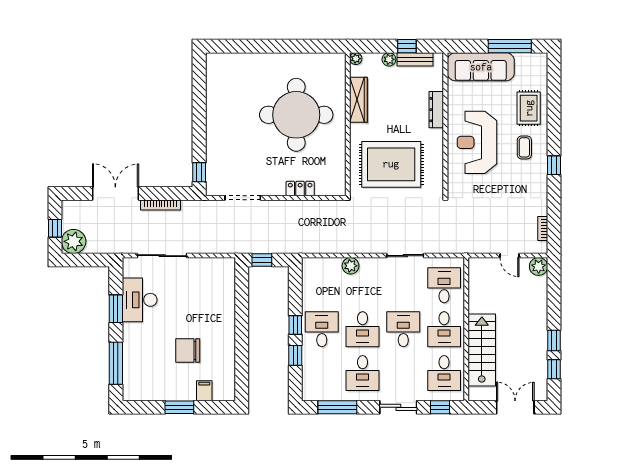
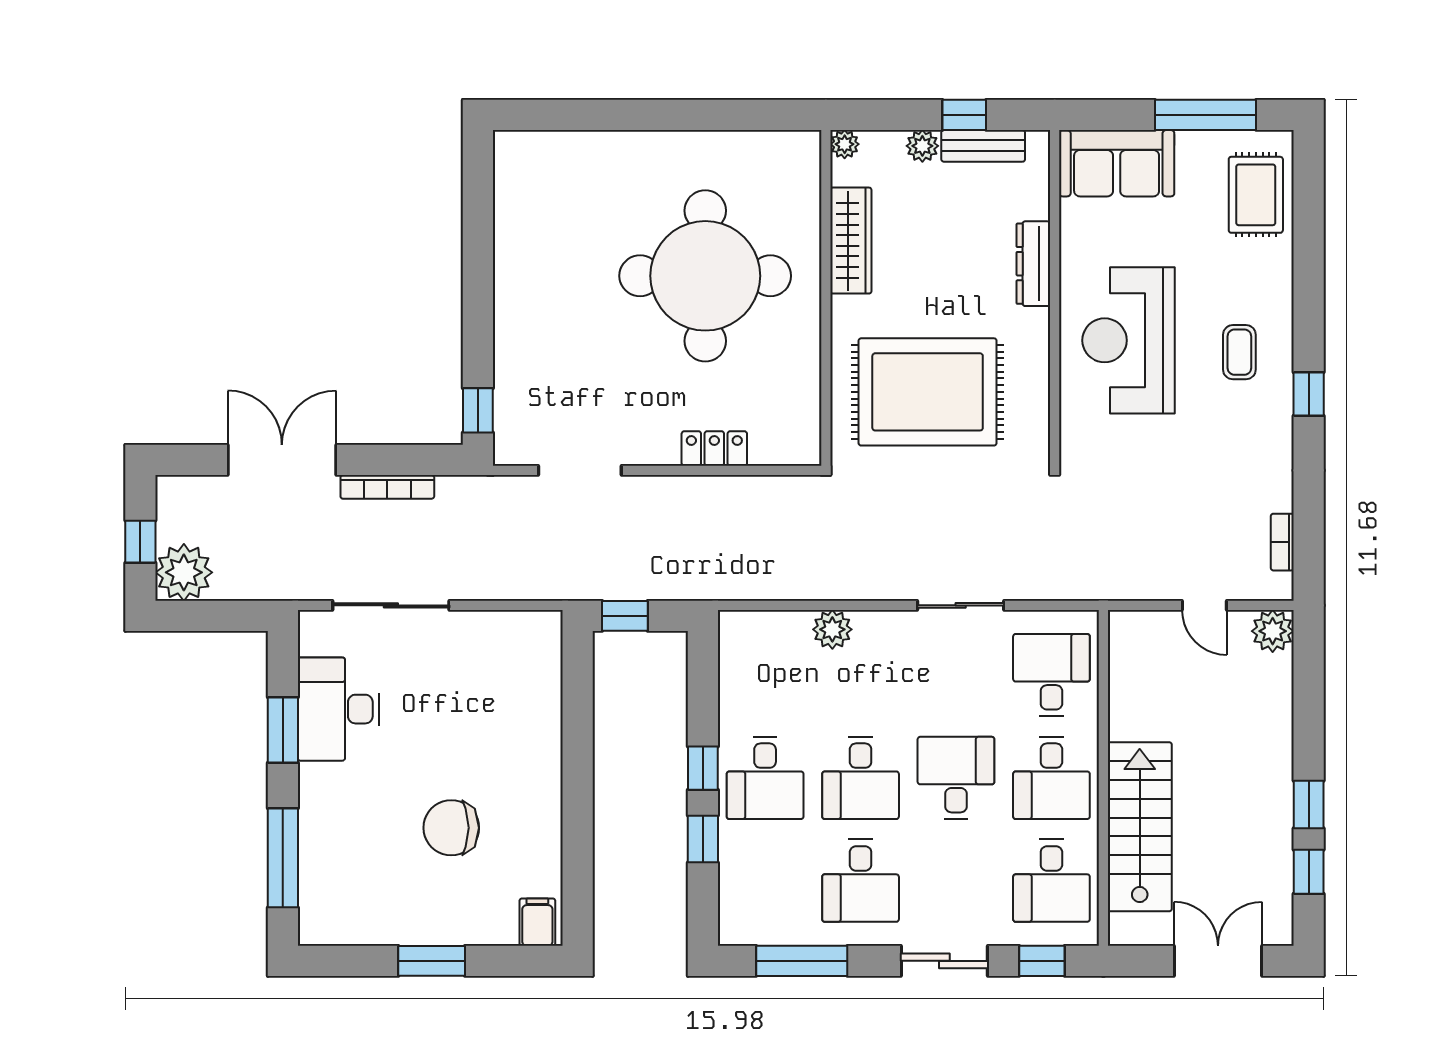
sofa: (481, 67) -> (1117, 163), width x0.73
rug: (529, 108) -> (1256, 195), moved
desk: (322, 329) -> (765, 778), turned 180
filing cabinet: (204, 391) -> (537, 922), moved

